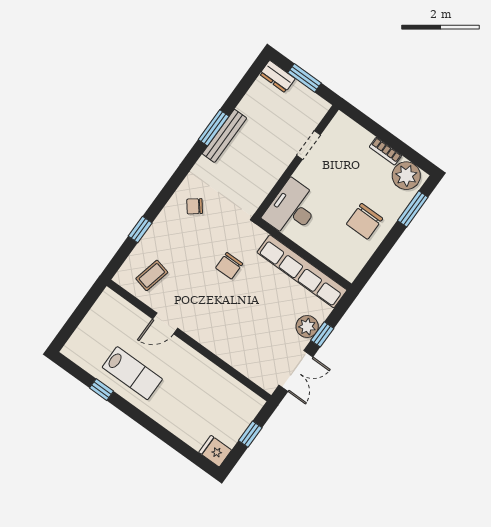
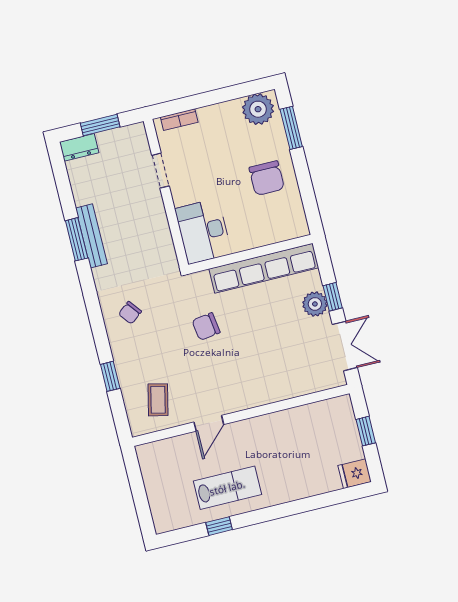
bookcase: (385, 151) -> (179, 120), moved
chair: (229, 266) -> (206, 327), turned 82

